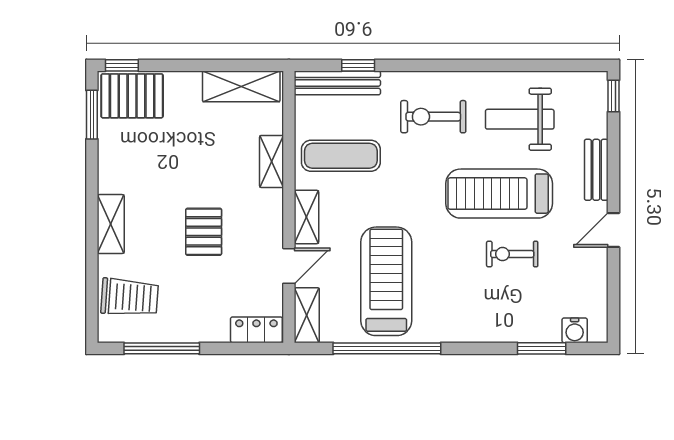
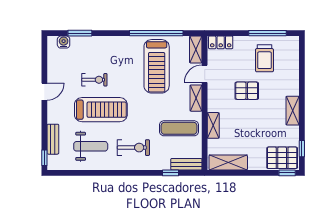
bench: (337, 83) -> (186, 164), width x0.73
window: (92, 115) -> (302, 149), width x0.67
bench: (596, 170) -> (53, 139), moved
shelving: (111, 224) -> (293, 111), moved
pallet: (204, 232) -> (247, 91), turned 90
trolley: (130, 297) -> (264, 58), moved, turned -94

